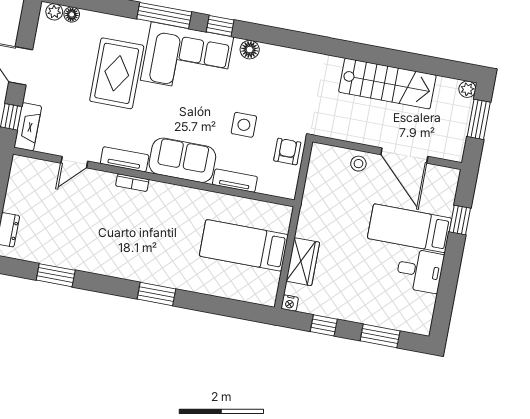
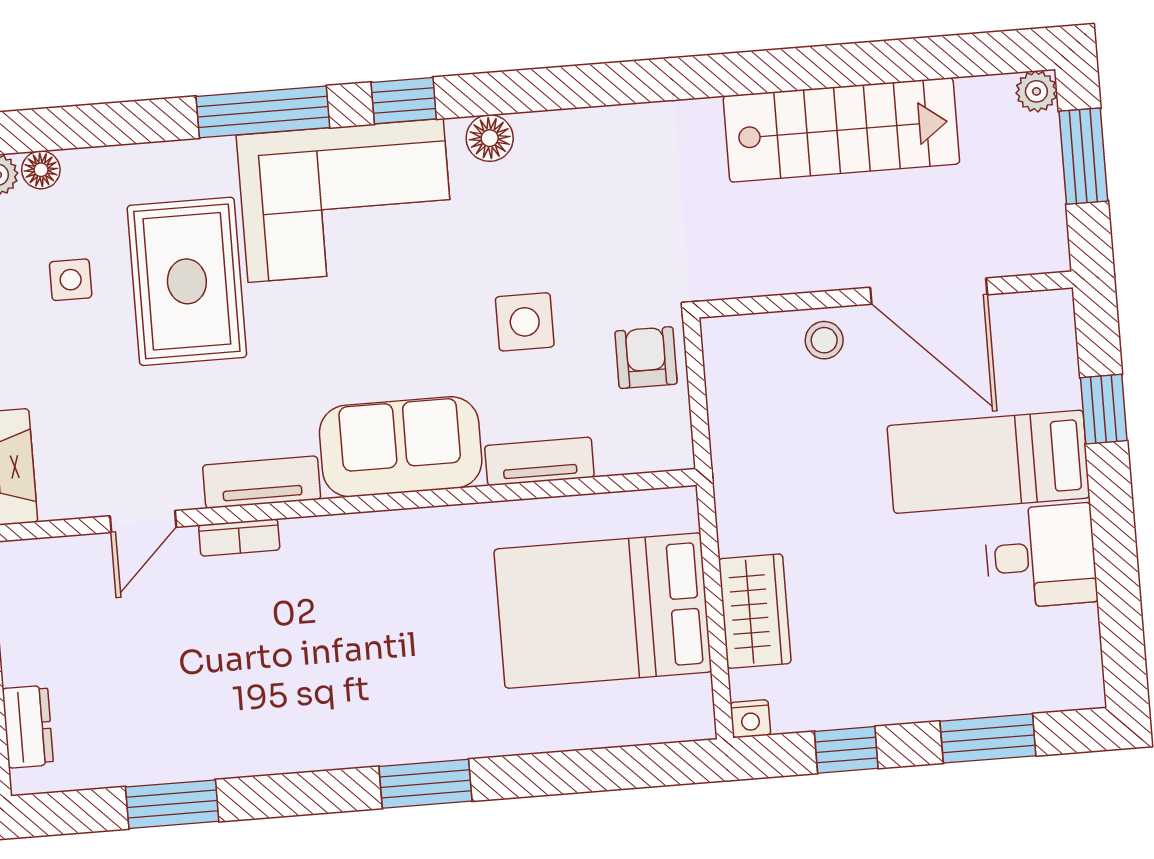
side table: (72, 60) -> (71, 280), added
bookcase: (132, 183) -> (239, 538), moved
bed: (244, 245) -> (603, 611), width x1.50

